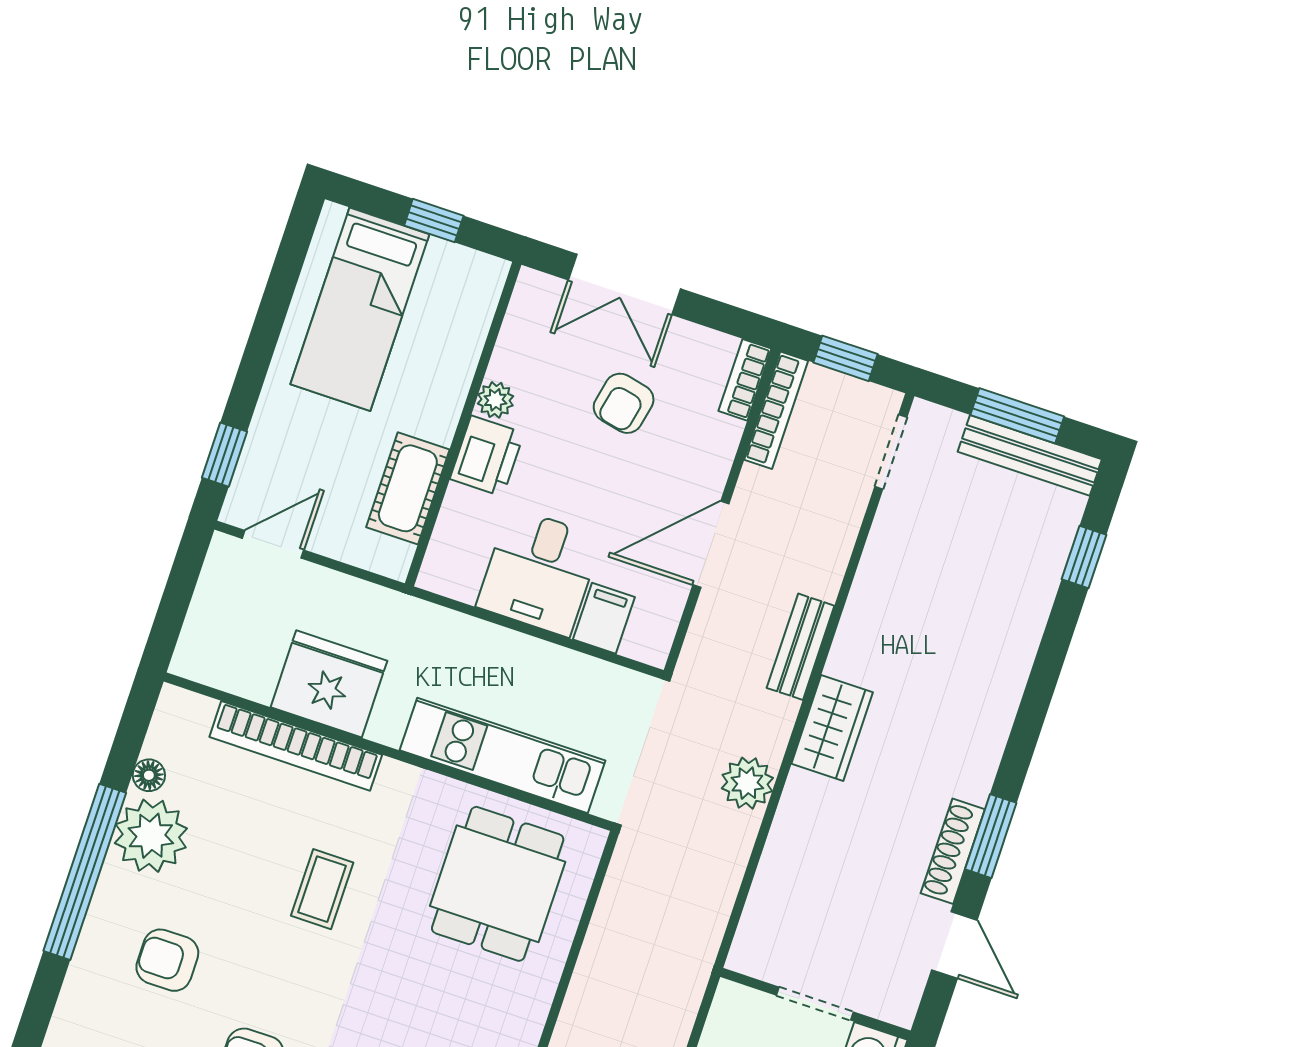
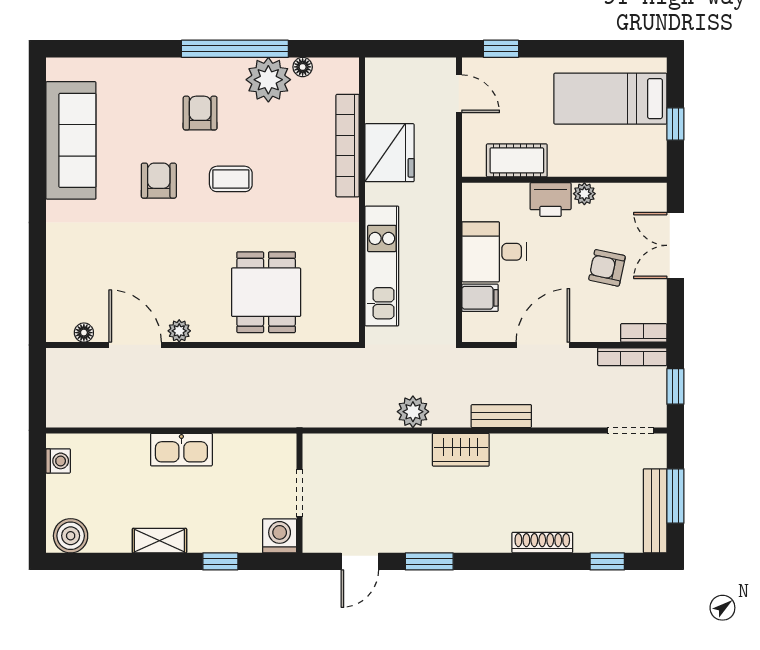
door: (711, 544) -> (543, 345), hinge flipped
shoe rack: (953, 851) -> (542, 543), moved
dining table: (498, 884) -> (266, 292), moved, turned 90
coffee table: (322, 889) -> (231, 179), moved

